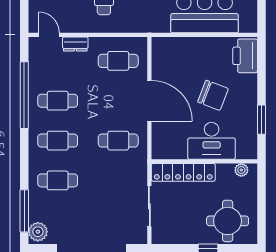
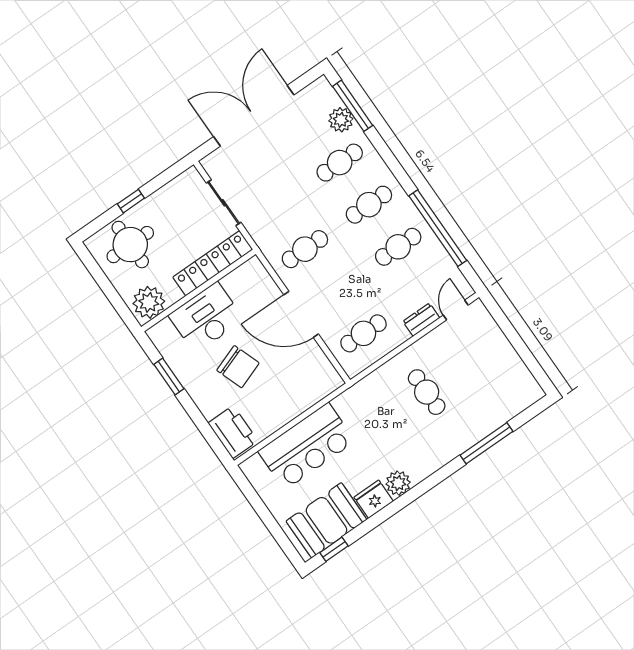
door: (49, 35) -> (456, 310), swing flipped
chair: (213, 95) -> (238, 367), turned -131
plant: (241, 170) -> (149, 302), width x1.88, depth x1.88
plant: (38, 232) -> (341, 120), moved

